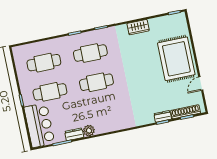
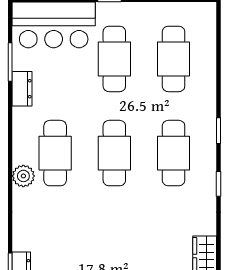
cafe table: (103, 111) -> (55, 153), added
plant: (89, 131) -> (23, 176), moved

